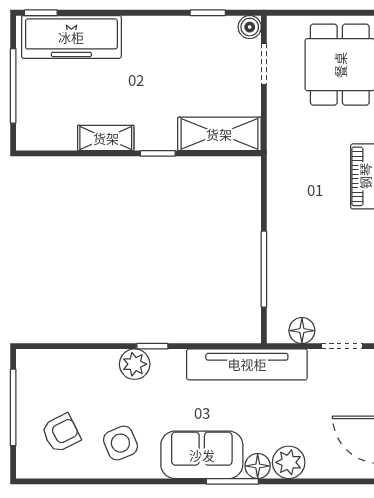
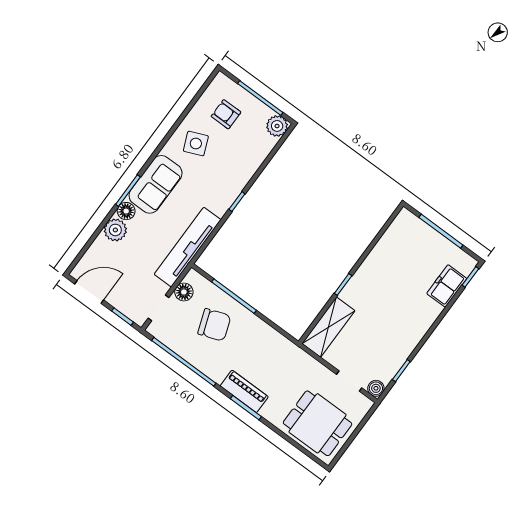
freezer: (71, 37) -> (447, 286), width x0.52, depth x0.79
shelving: (106, 138) -> (373, 262), removed
chair: (314, 267) -> (214, 325), added
plant: (135, 364) -> (277, 126), moved
armchair: (61, 433) -> (226, 114), turned 117

